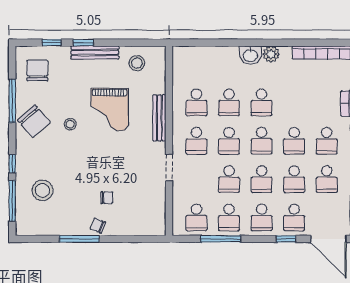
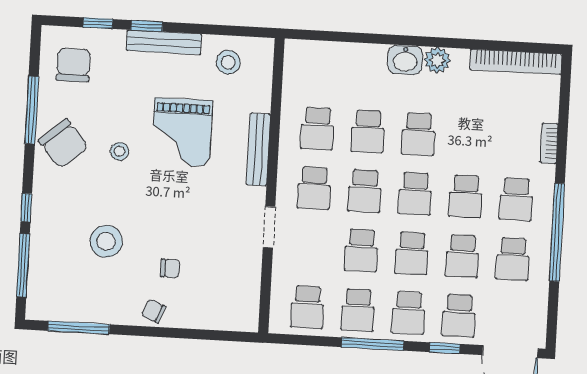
stool: (43, 190) -> (106, 241), moved
window: (79, 239) -> (79, 328), moved
window: (221, 239) -> (373, 344), moved

